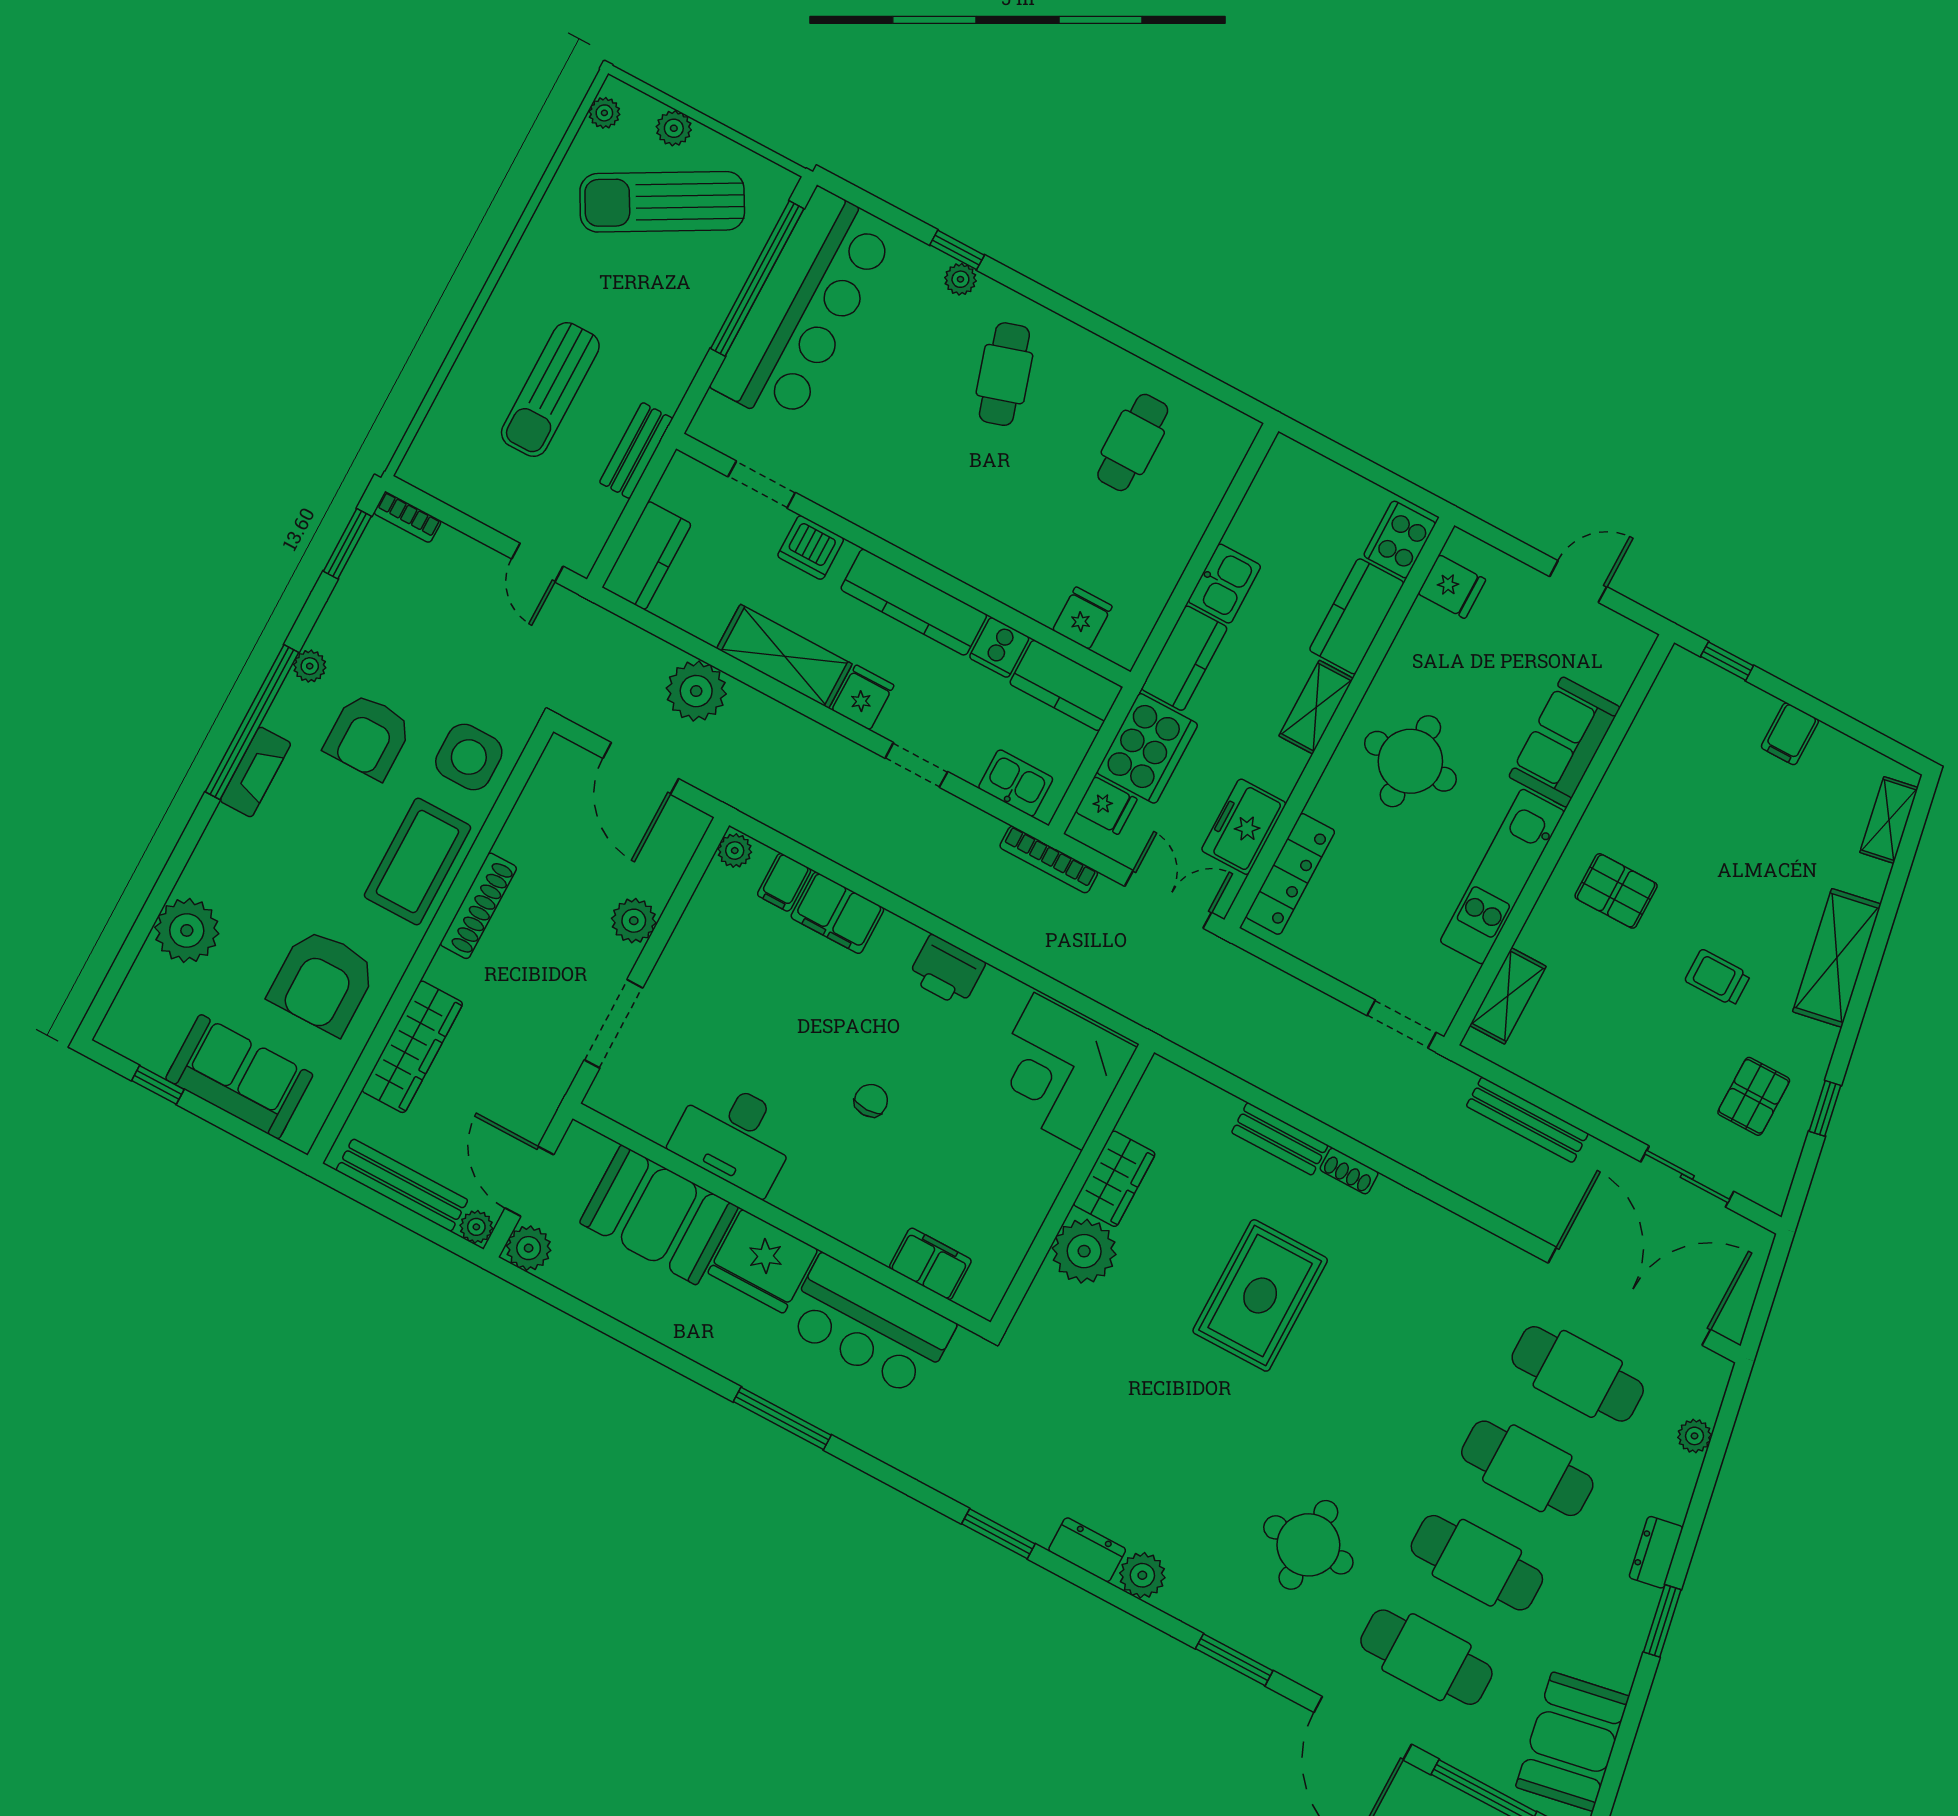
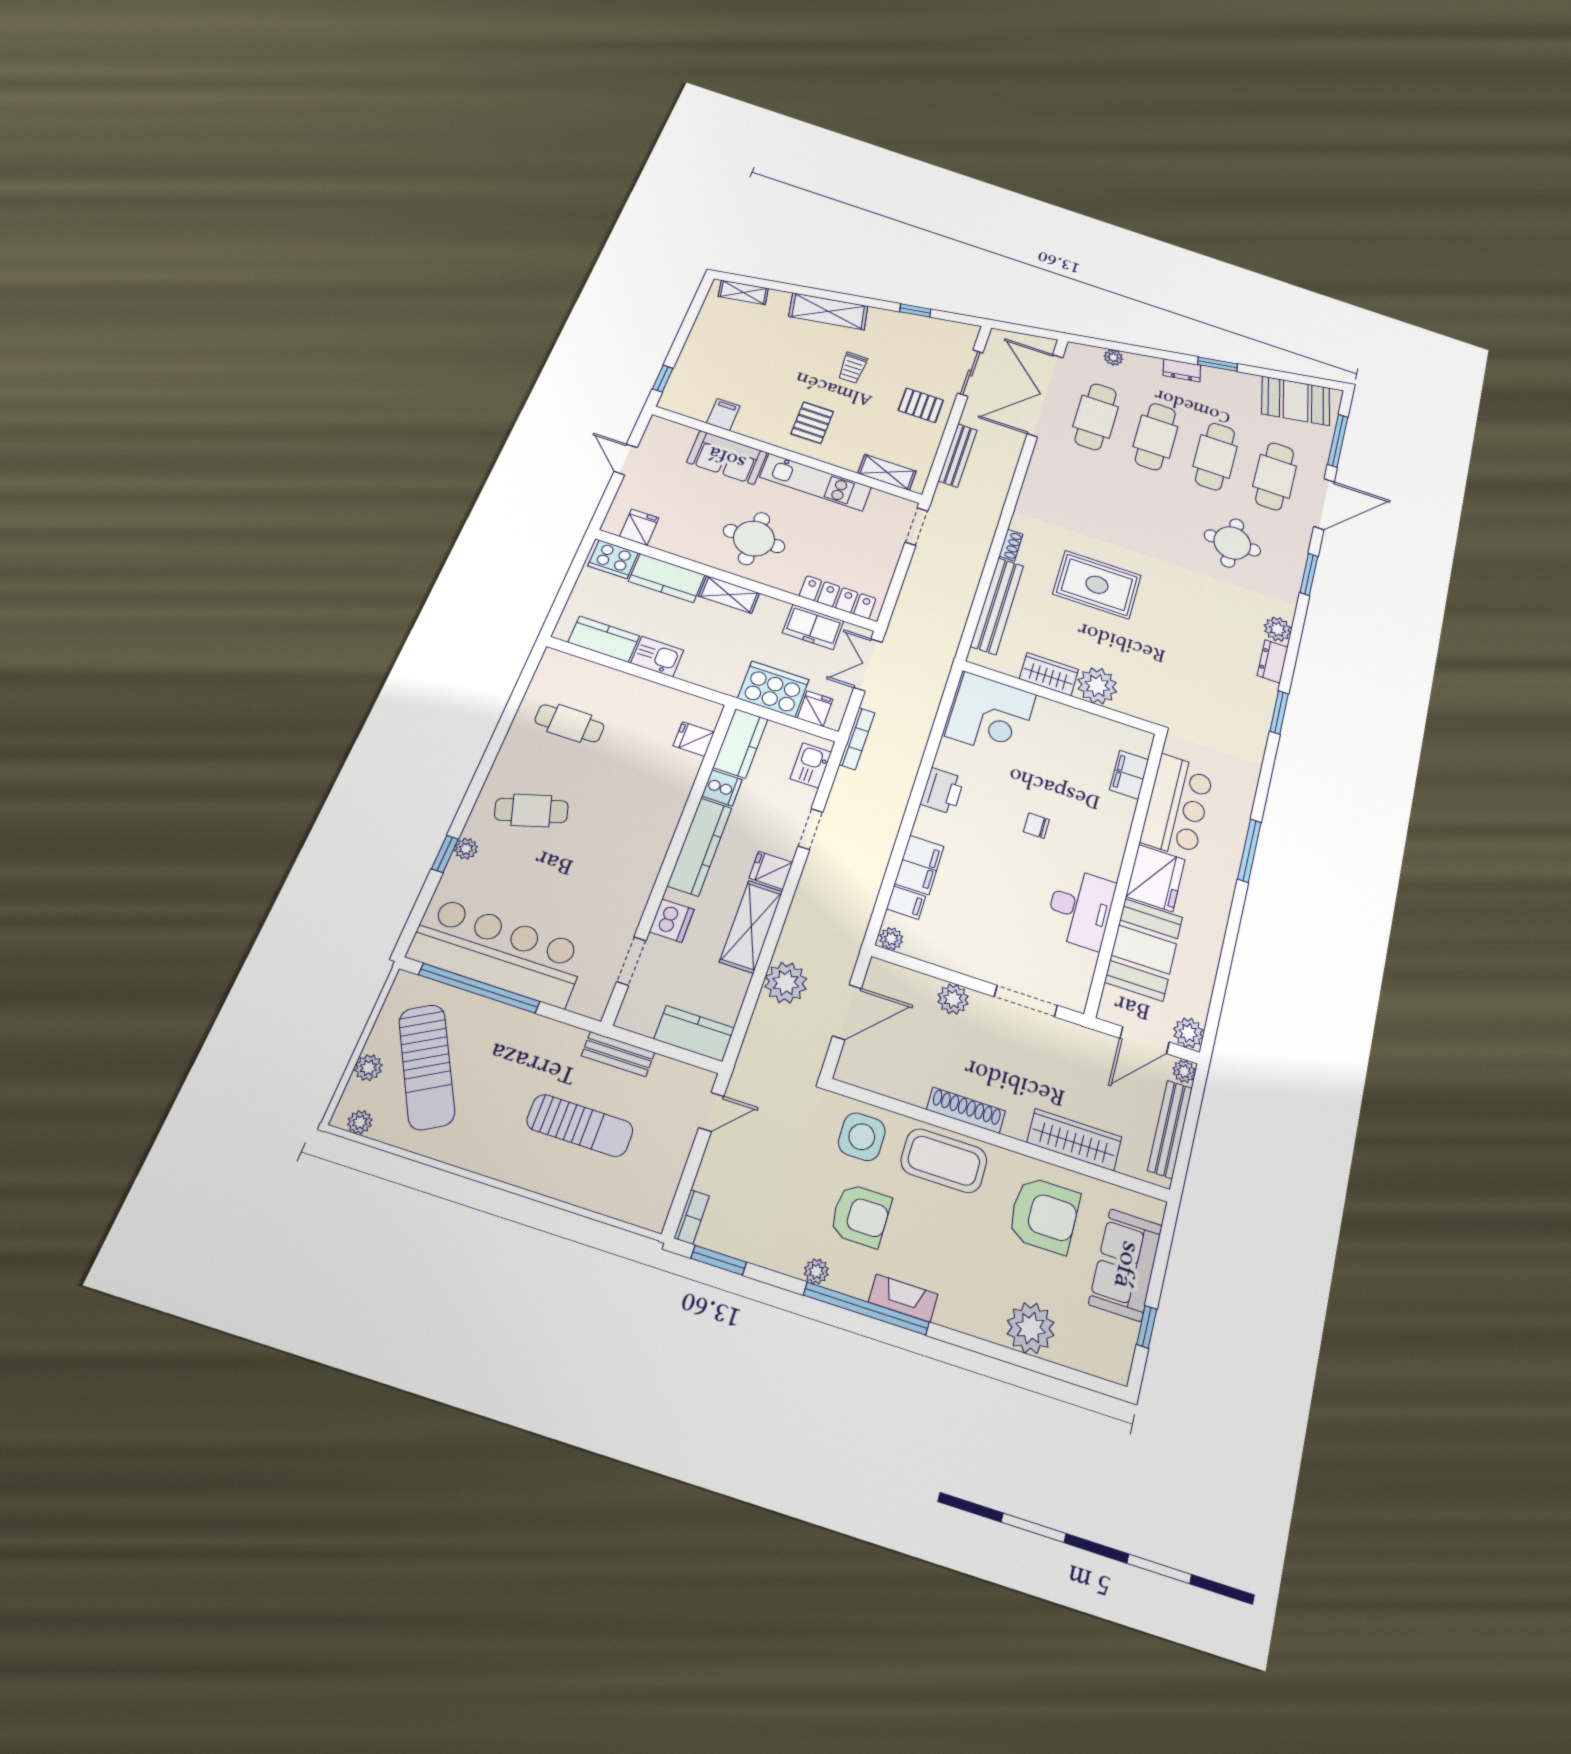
kitchen counter: (1184, 658) -> (604, 639), moved
filing cabinet: (1790, 734) -> (723, 415), moved, turned -90
pallet: (1754, 1096) -> (921, 405), moved
bench: (1280, 1139) -> (997, 606), width x1.86, depth x1.21

